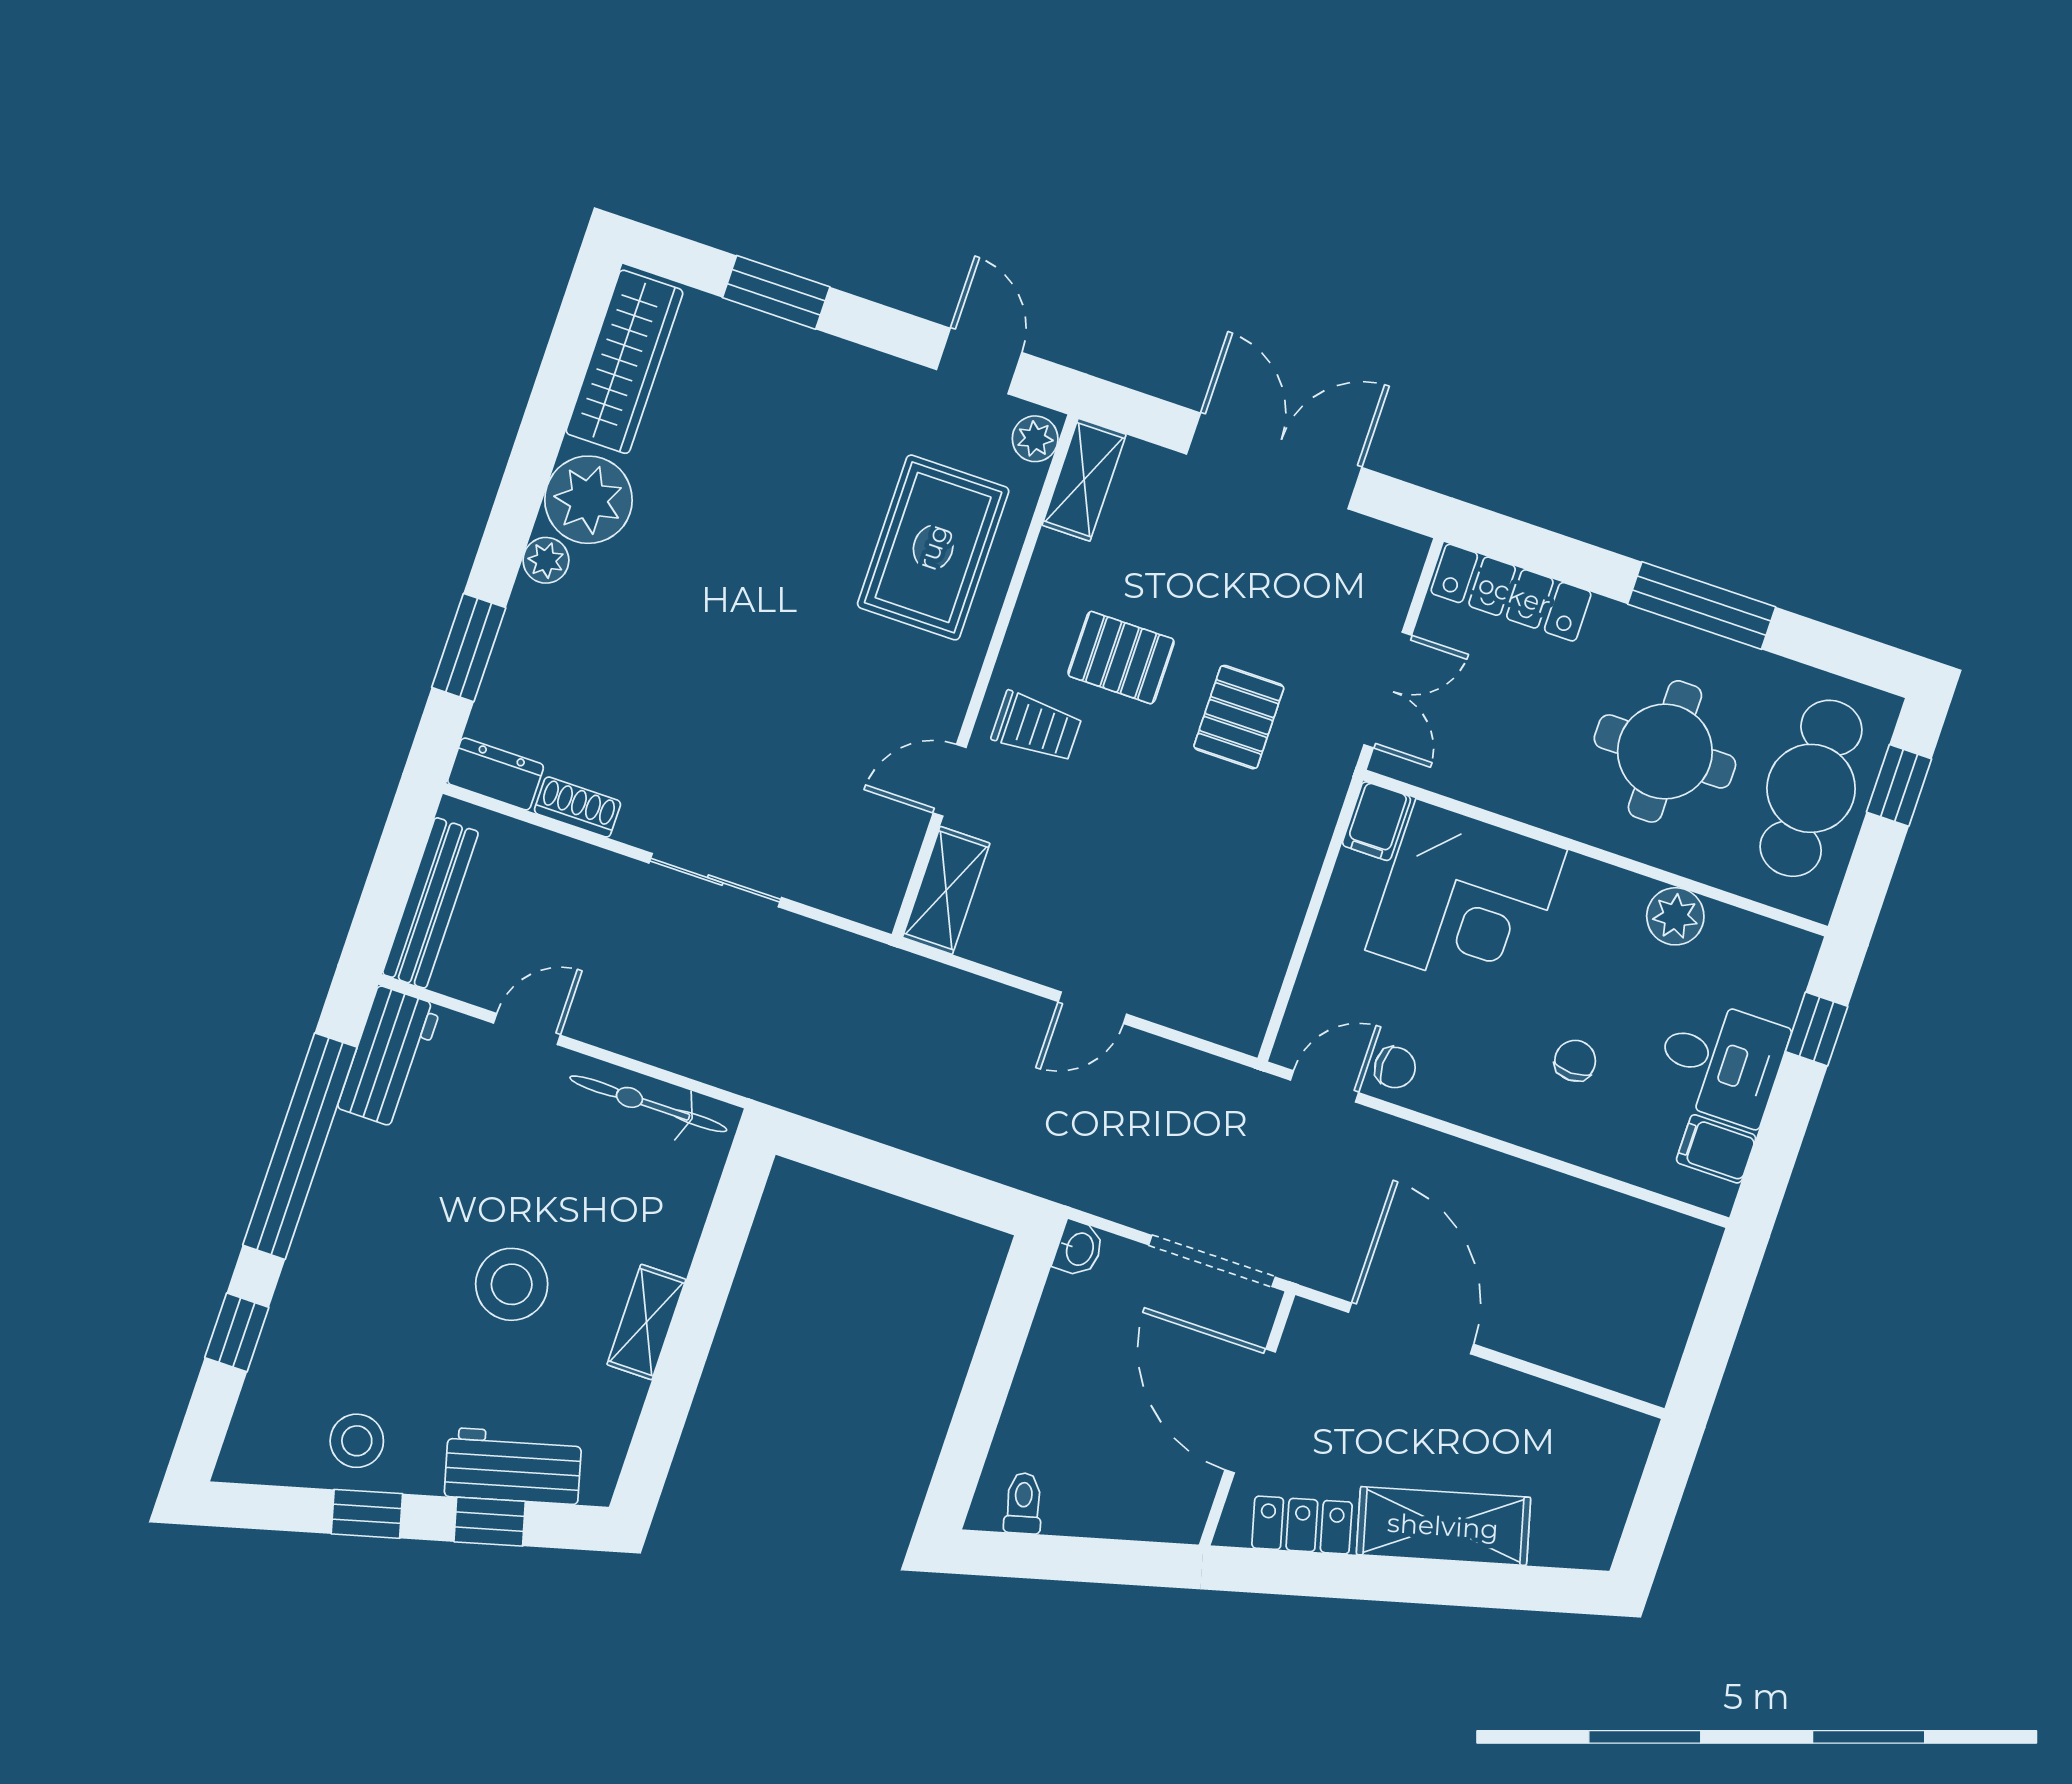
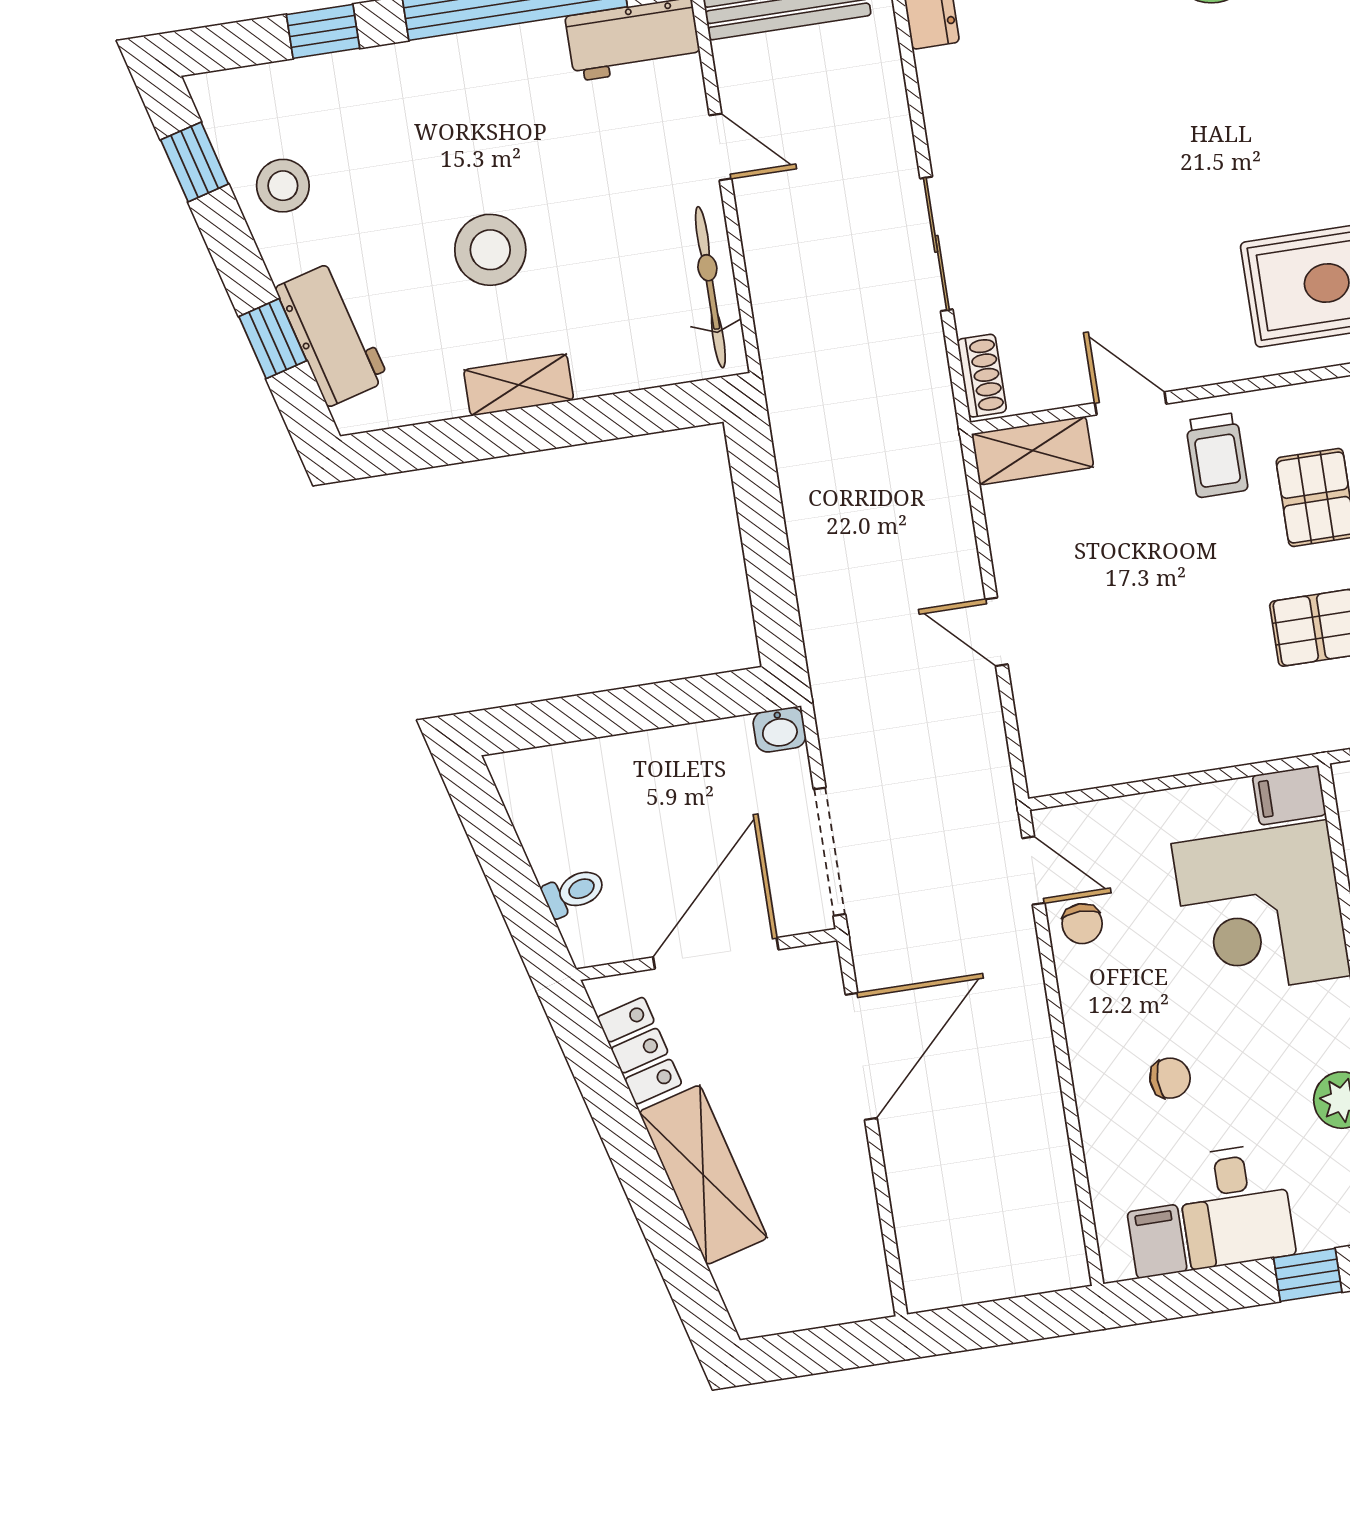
shoe rack: (577, 807) -> (982, 376), moved
toilet: (1023, 1503) -> (574, 892), moved
window: (367, 1514) -> (195, 162), moved

